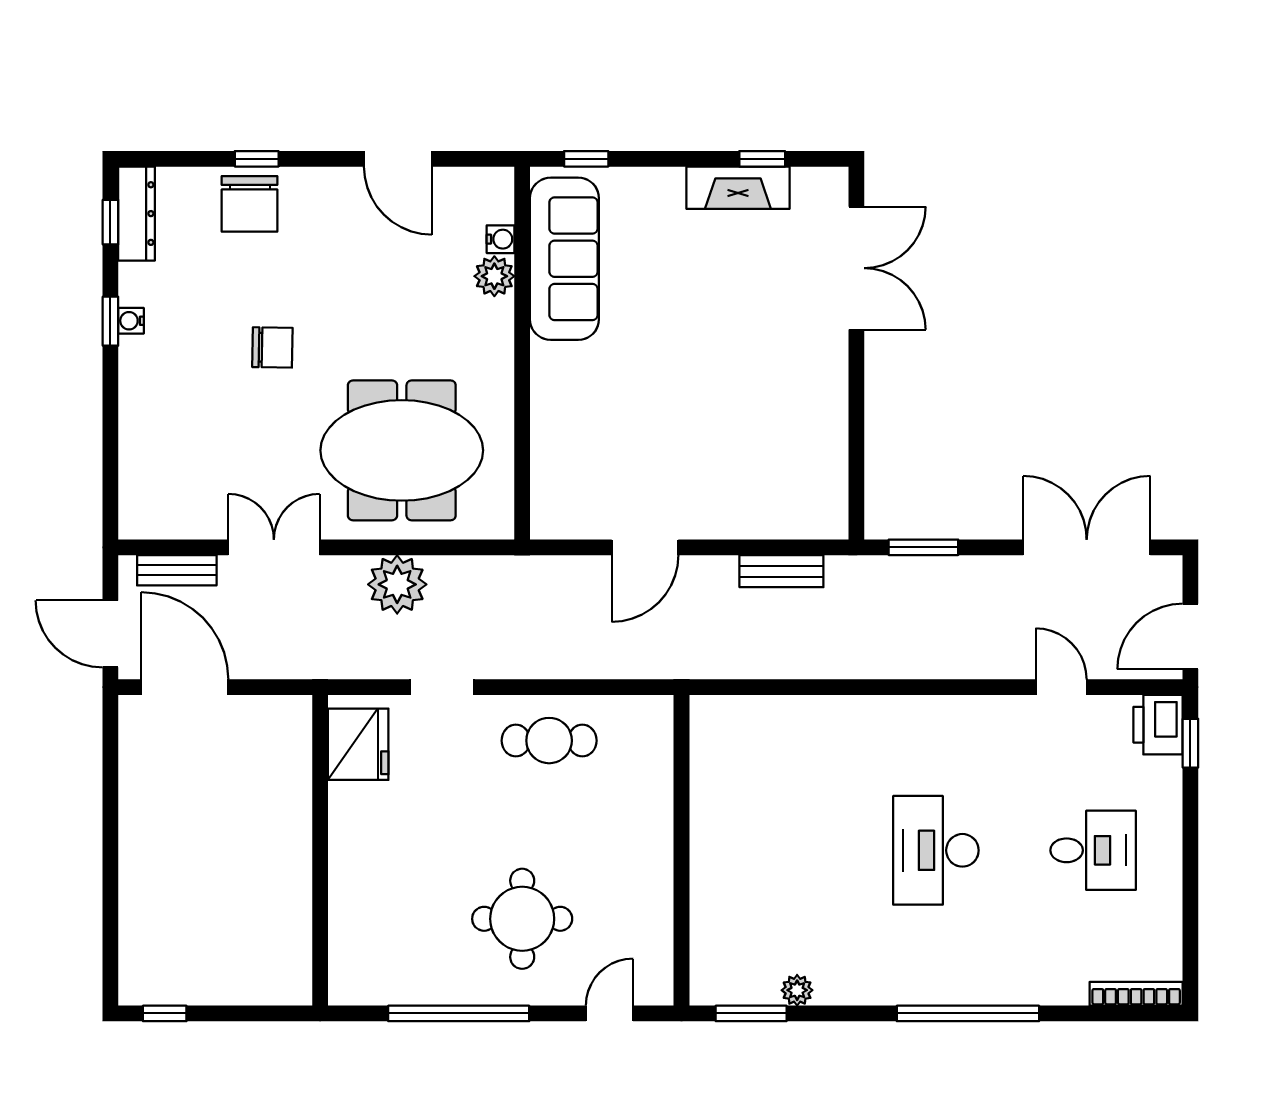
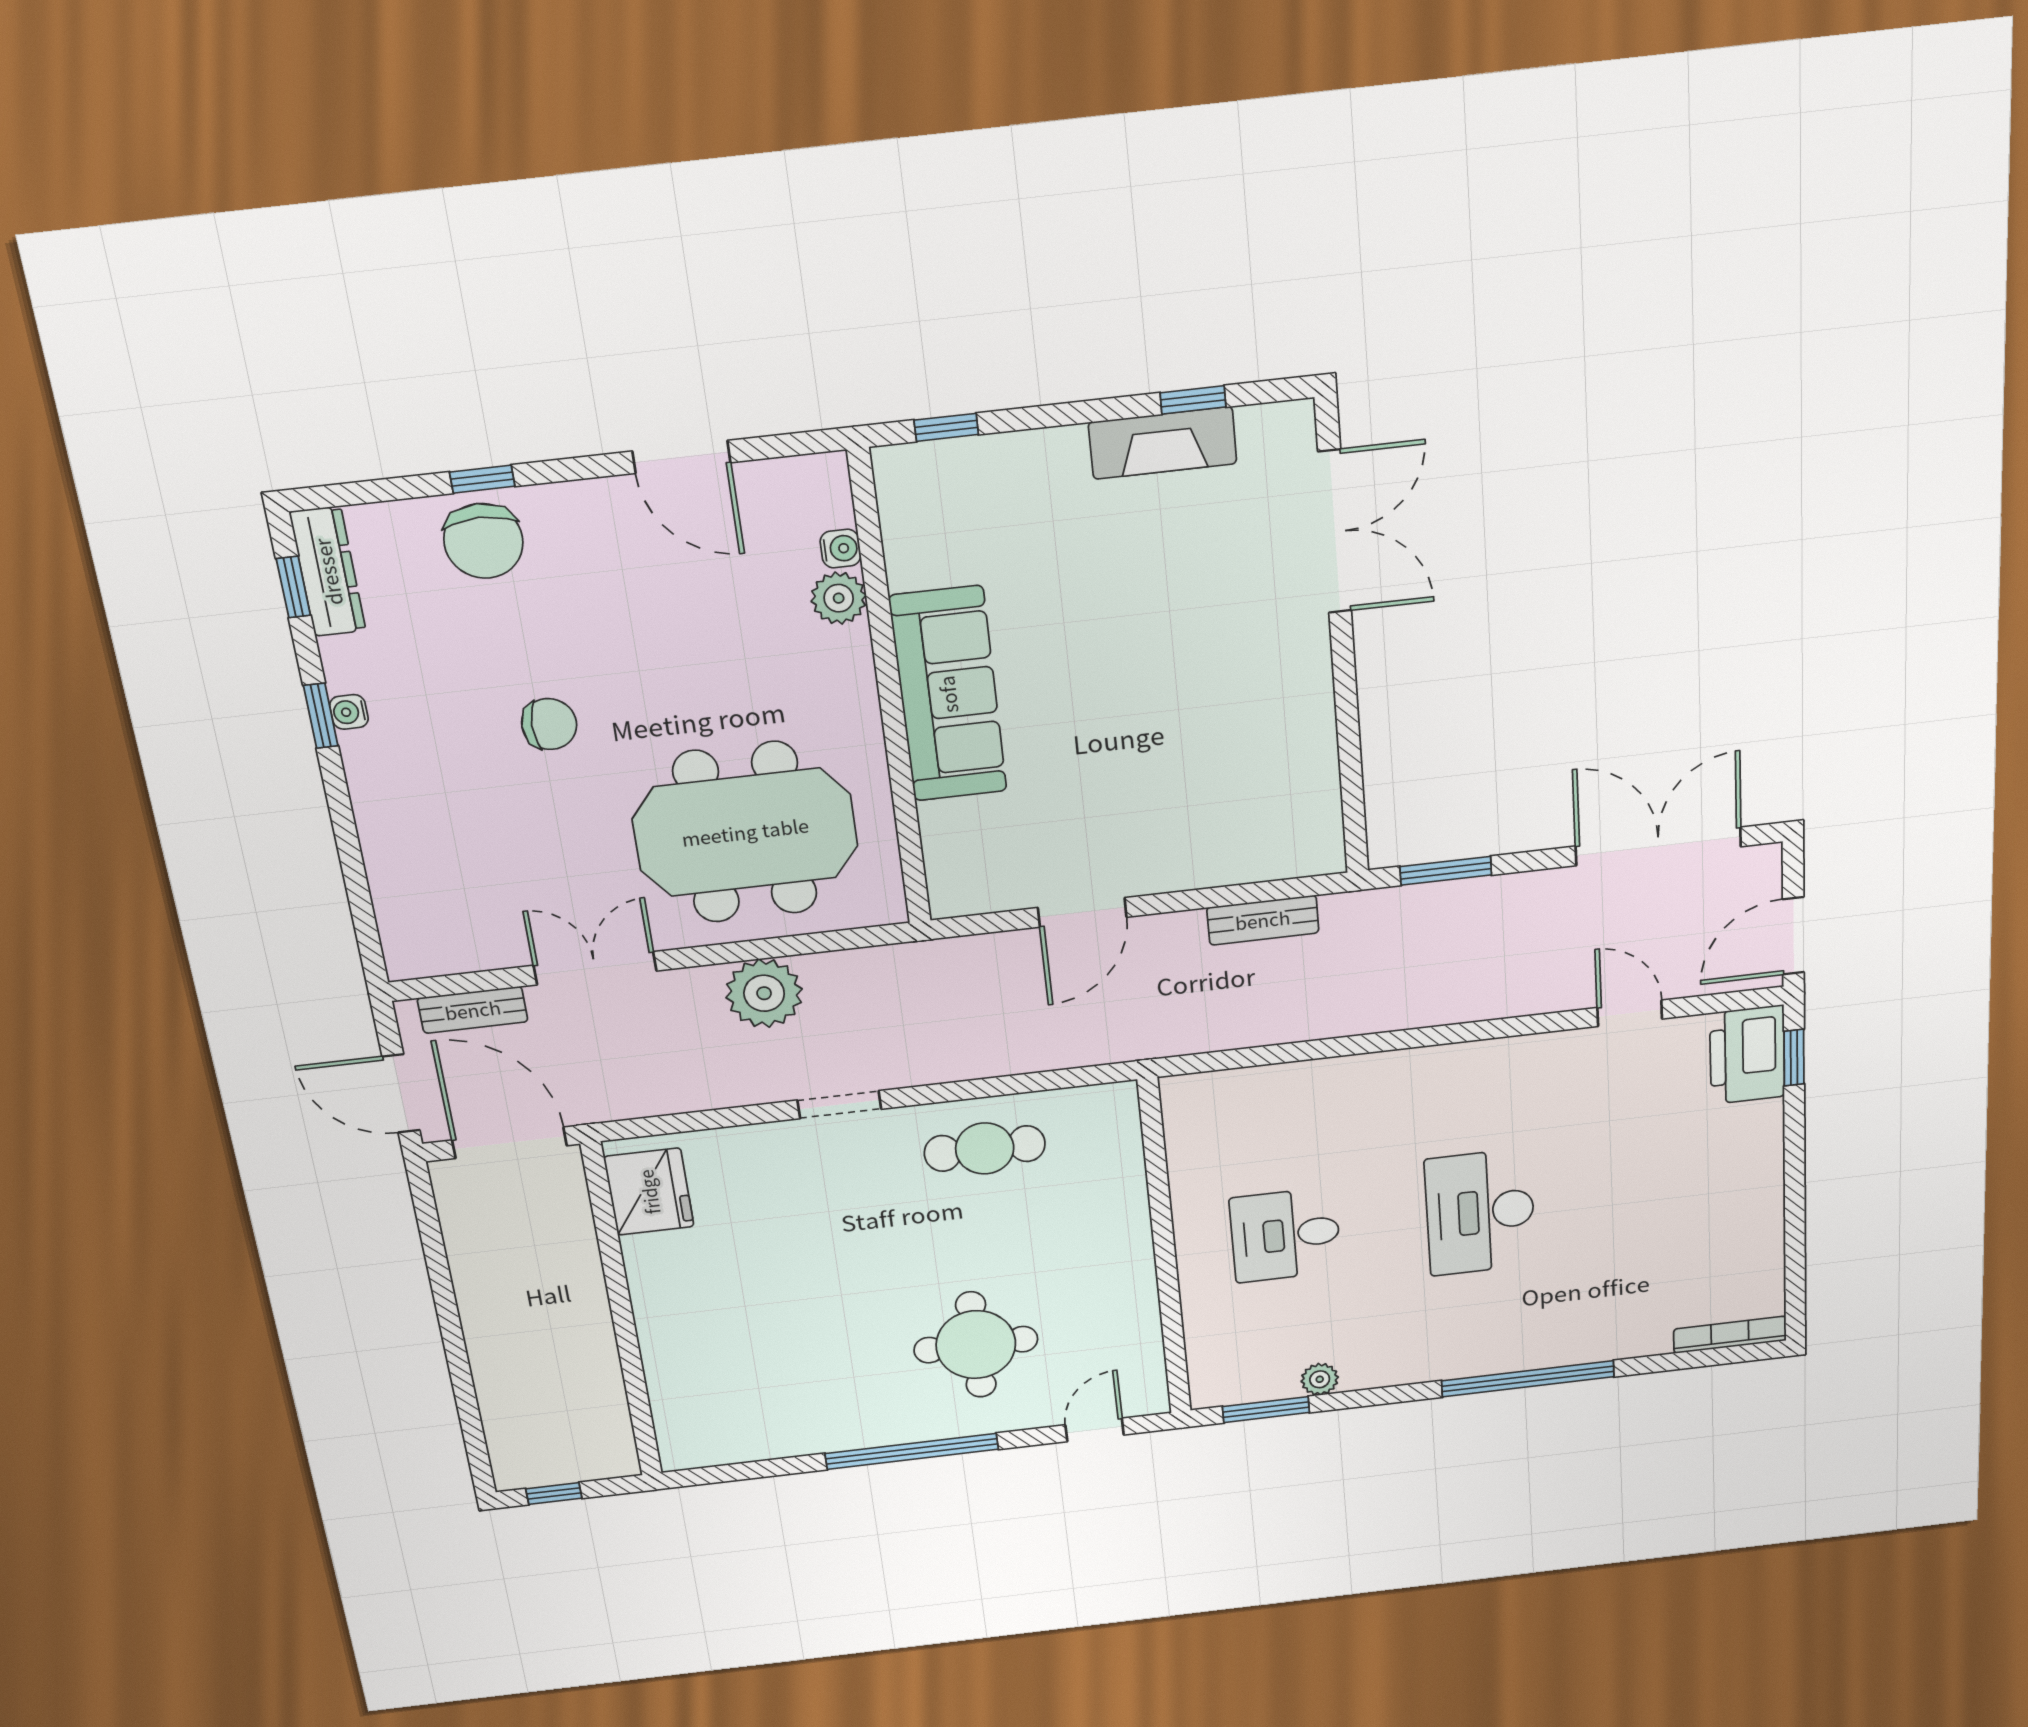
sofa: (564, 259) -> (948, 694), moved
printer: (1158, 725) -> (1747, 1055), width x1.37, depth x1.19
fridge: (358, 744) -> (649, 1192), moved
wall: (320, 850) -> (622, 1312), moved
desk: (1093, 850) -> (1285, 1235), moved, turned 180

